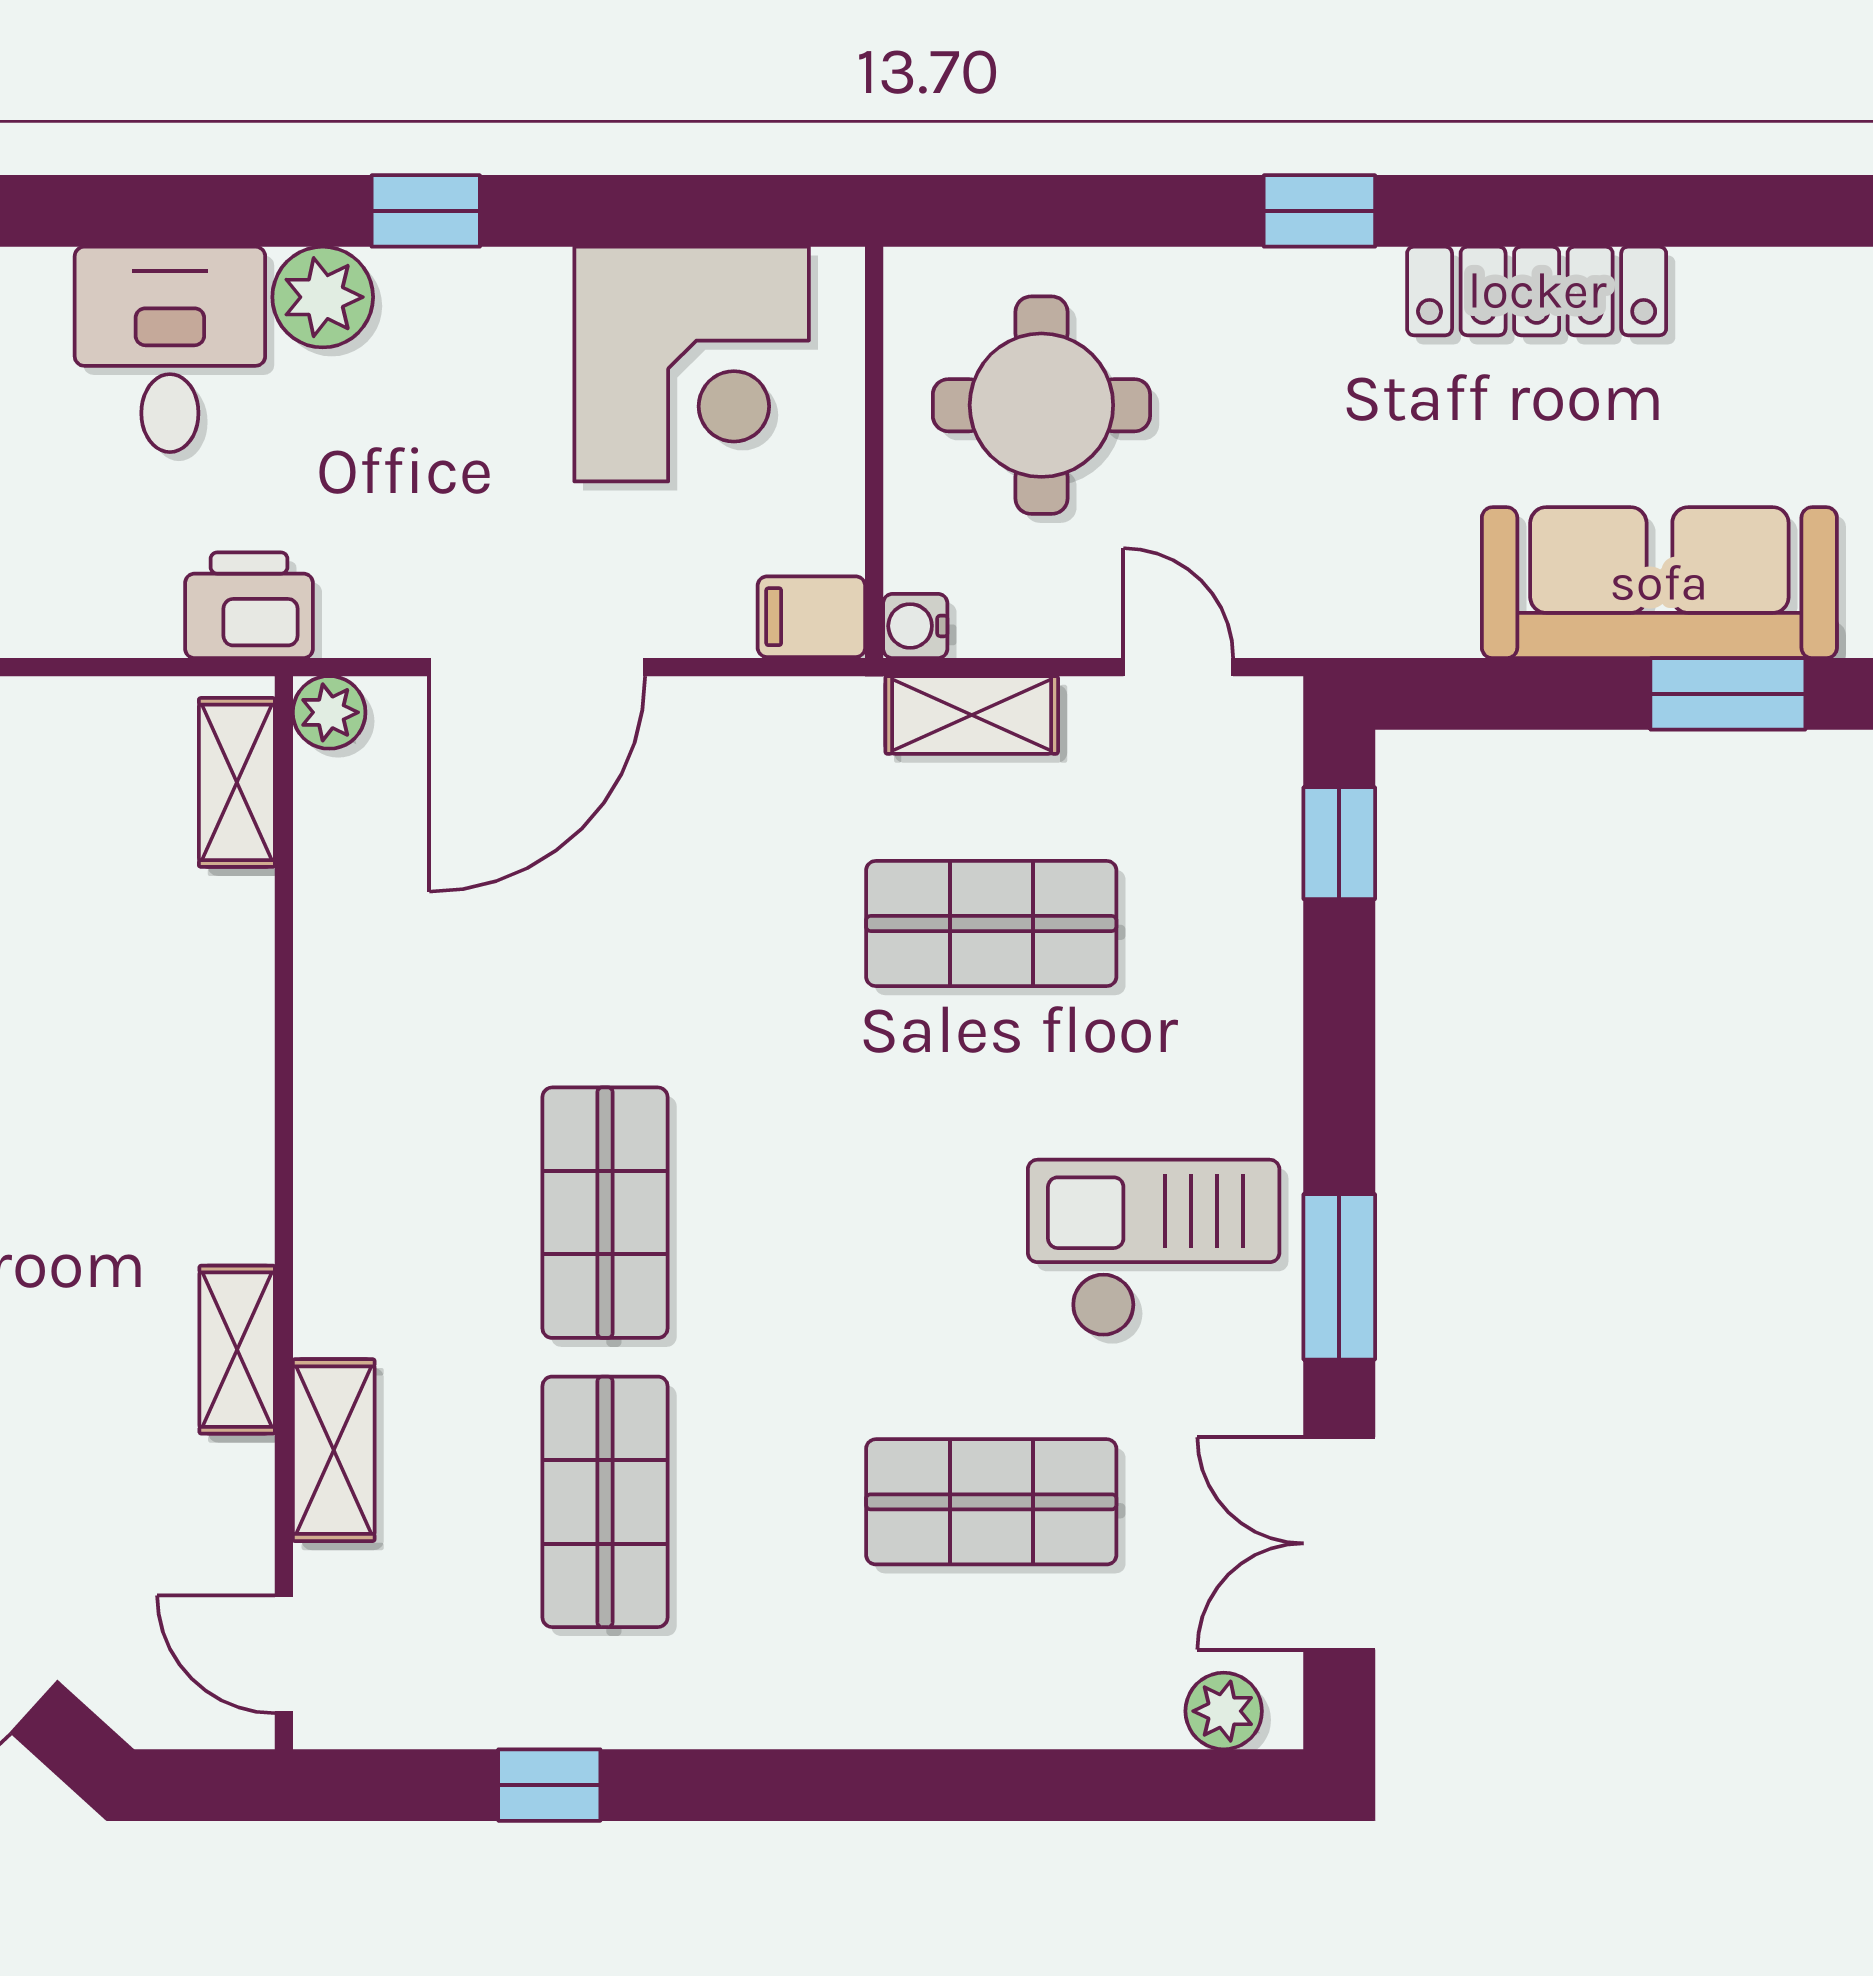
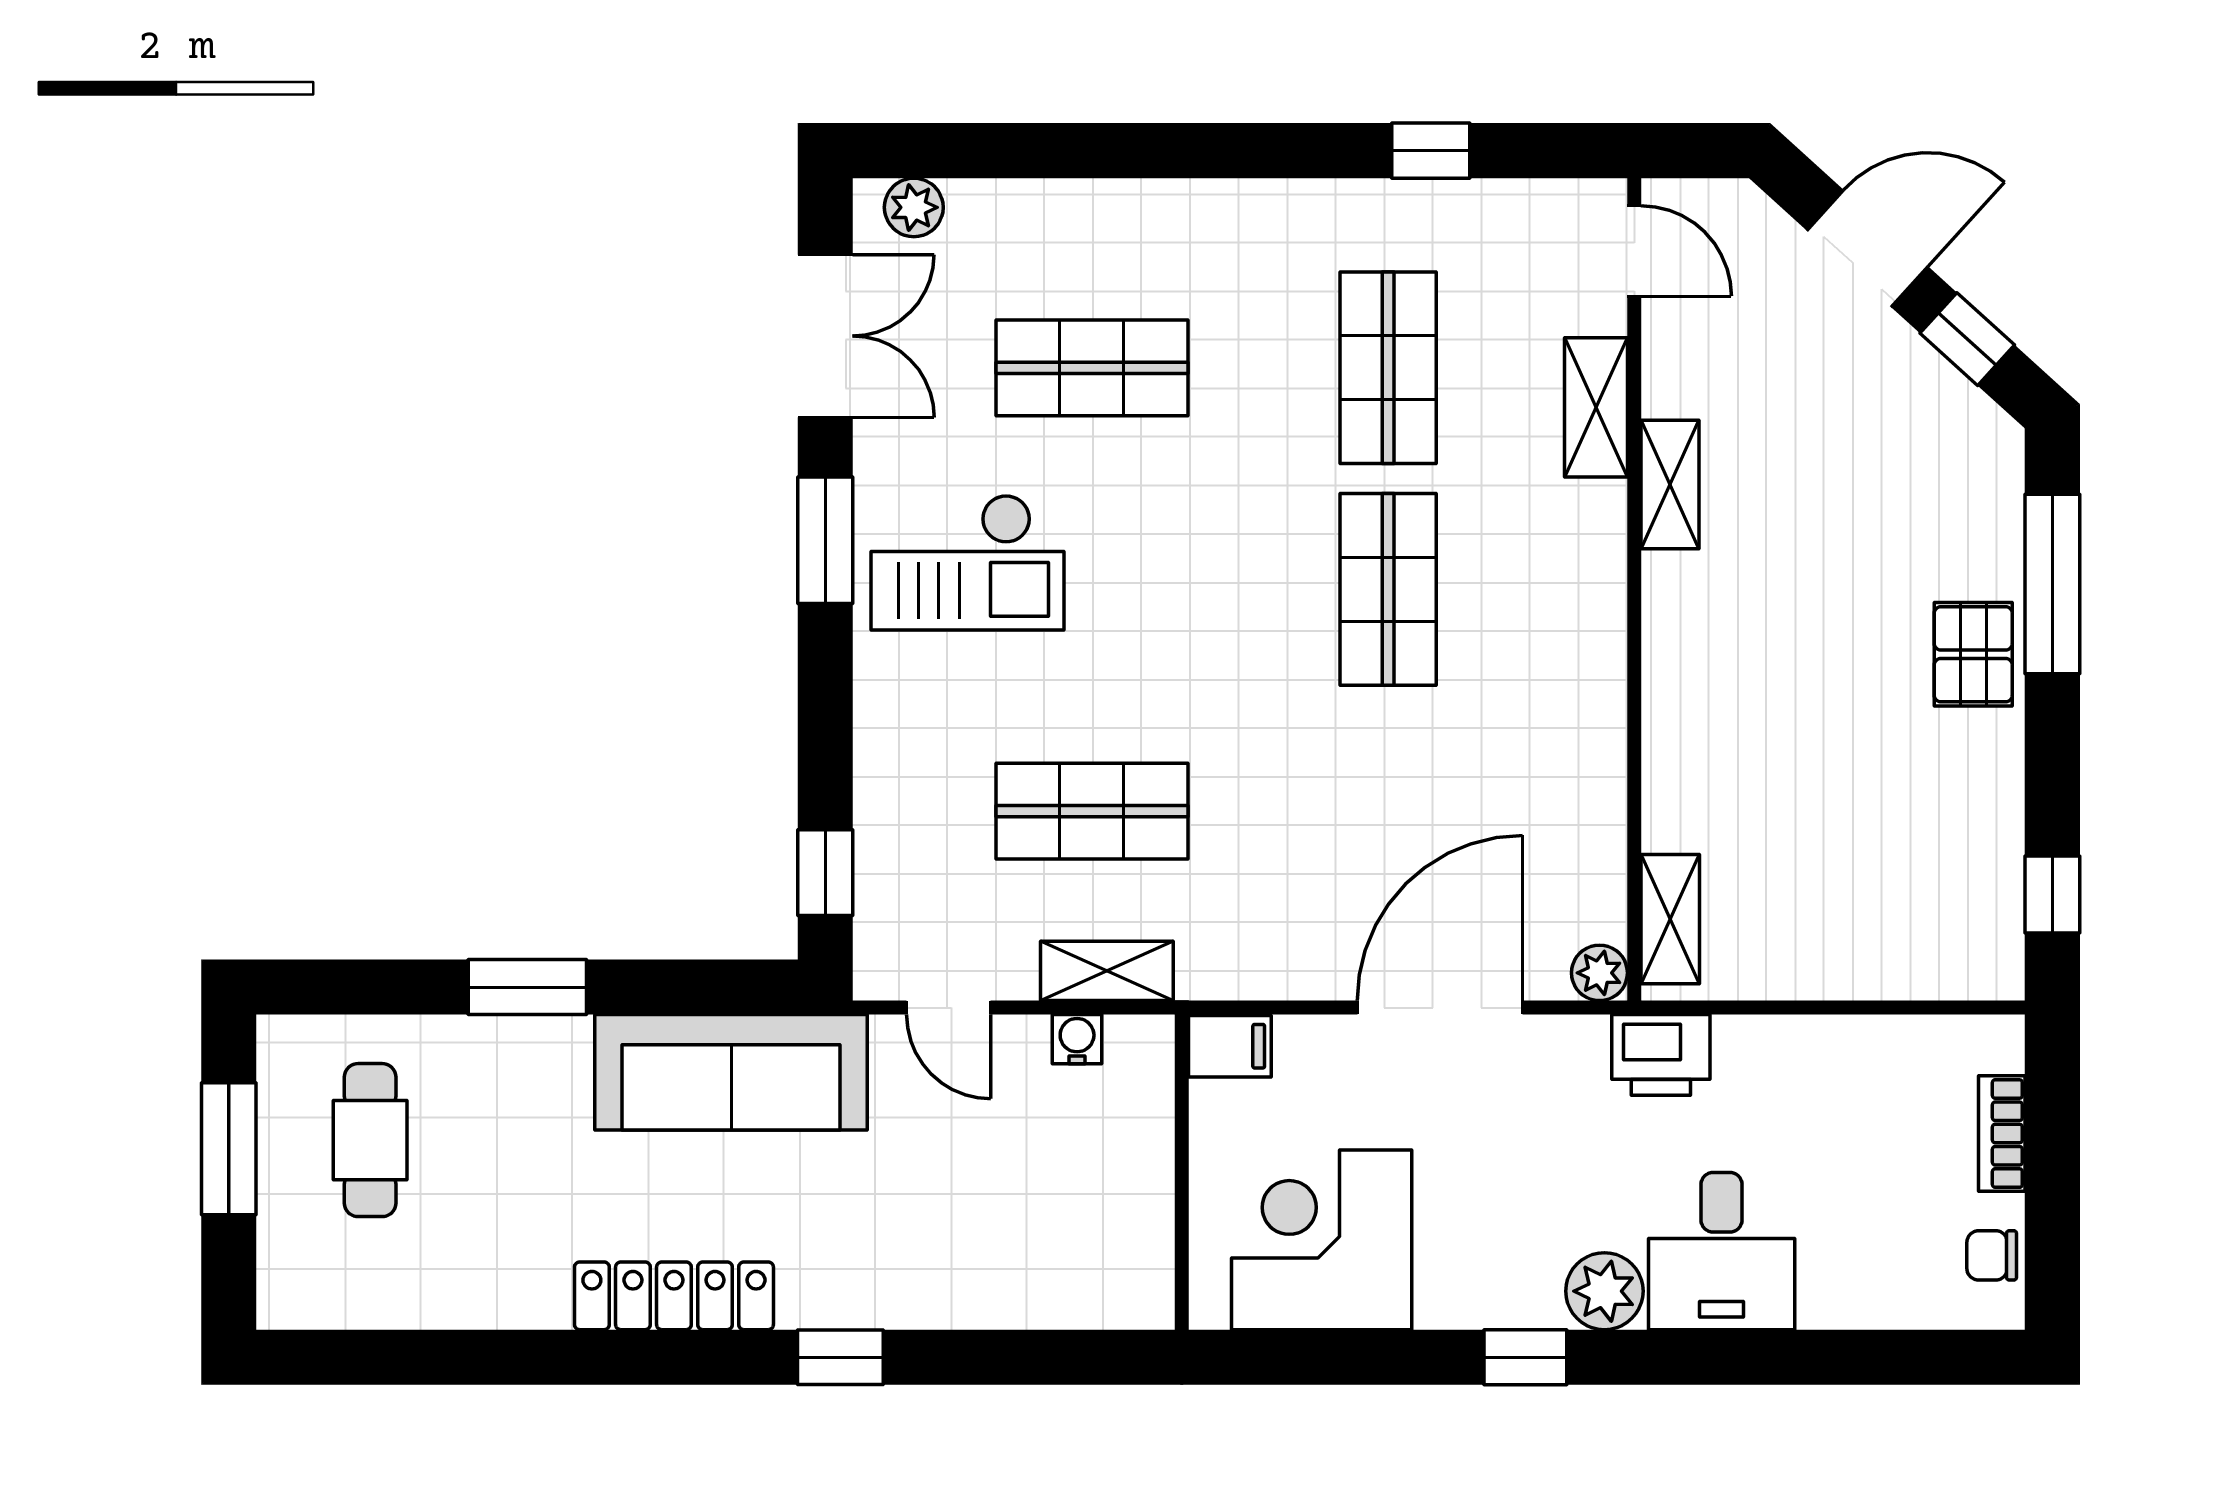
round table: (1041, 405) -> (1053, 1208), removed
sofa: (1659, 583) -> (731, 1072), moved
water cooler: (915, 626) -> (1077, 1039), moved, turned -90

